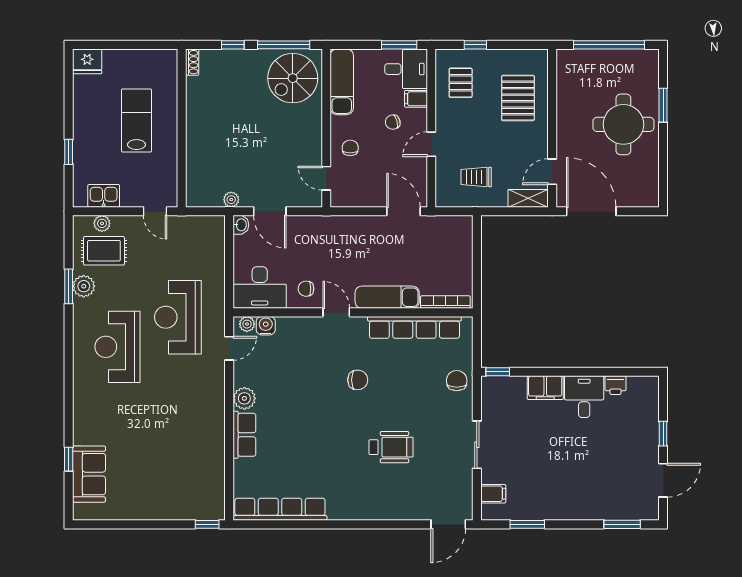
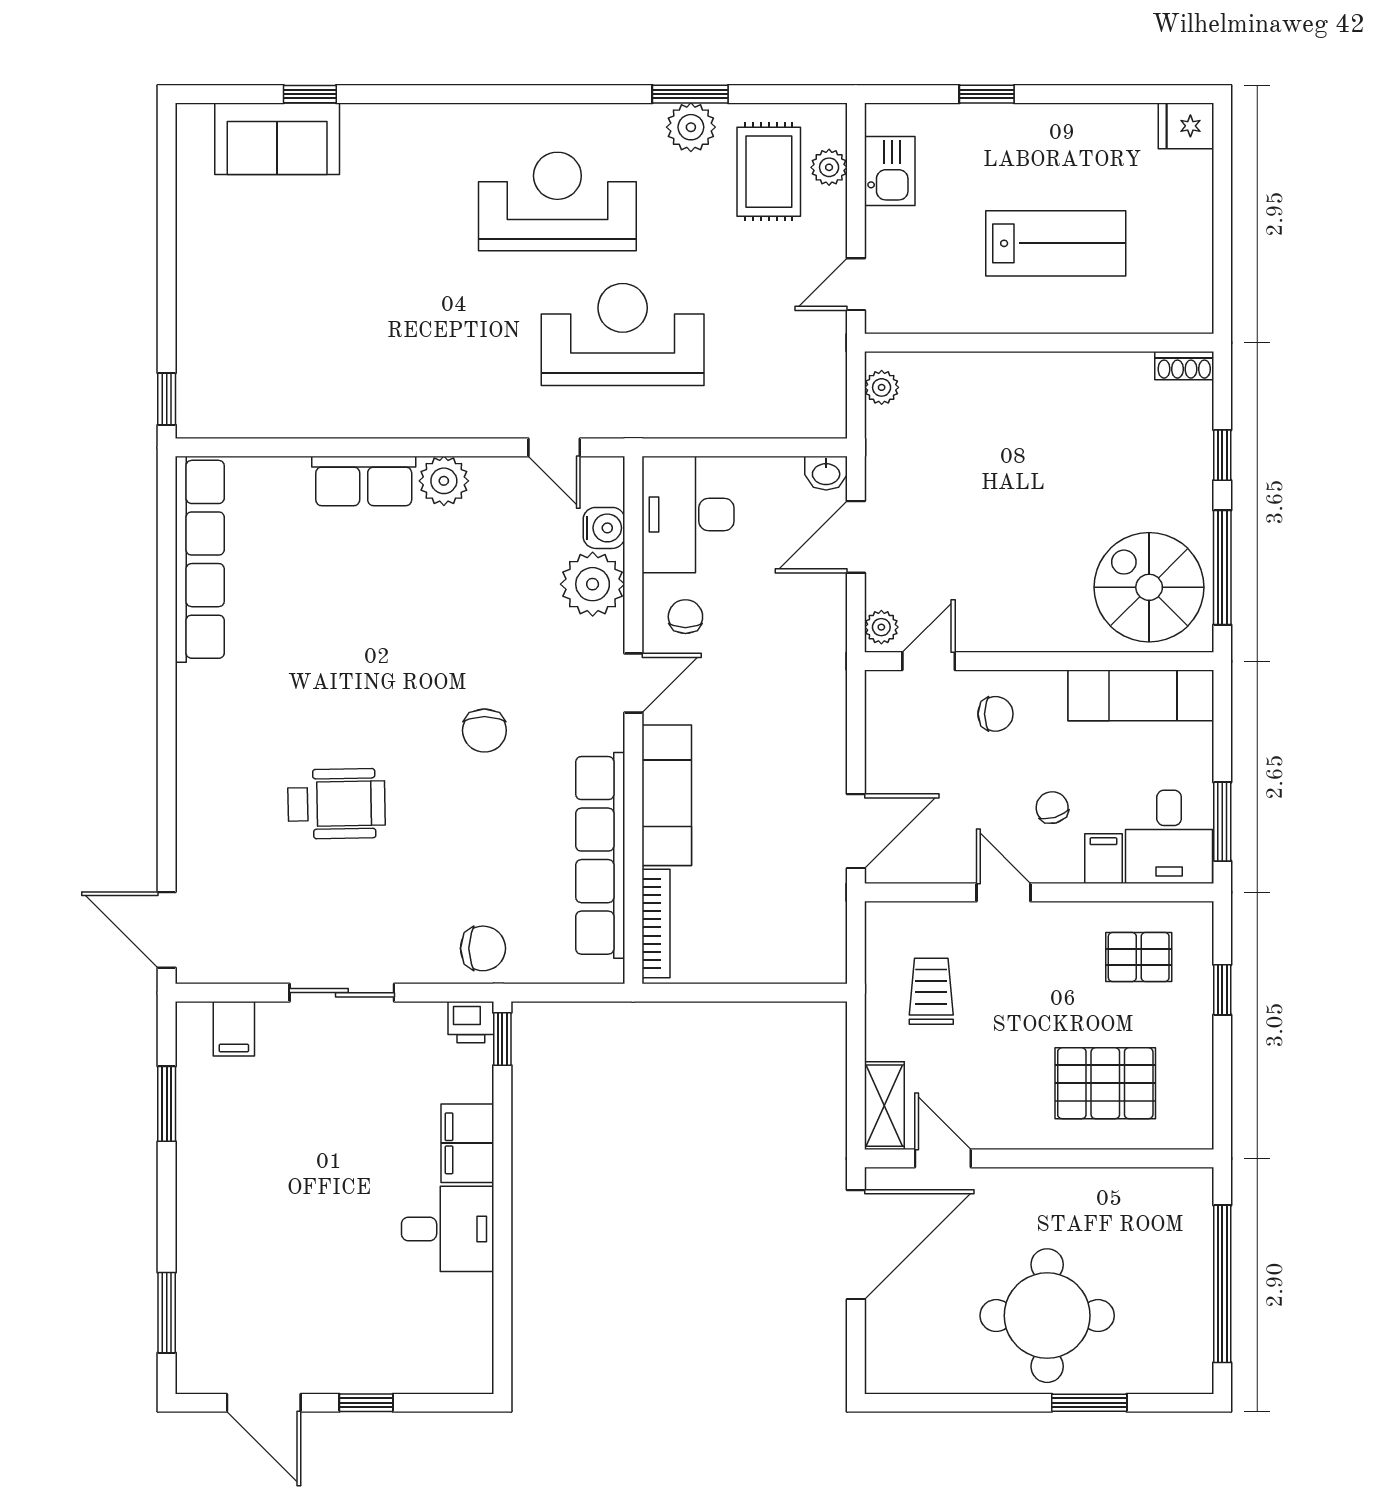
fridge: (87, 61) -> (1186, 126), width x0.72
plant: (231, 200) -> (882, 387), moved
plant: (311, 200) -> (881, 627), added
plant: (247, 324) -> (593, 584), moved, width x1.88, depth x1.88
printer: (615, 385) -> (471, 1022), moved, turned -90
wheelchair: (391, 447) -> (336, 804), turned -91

